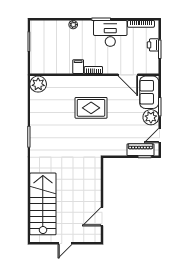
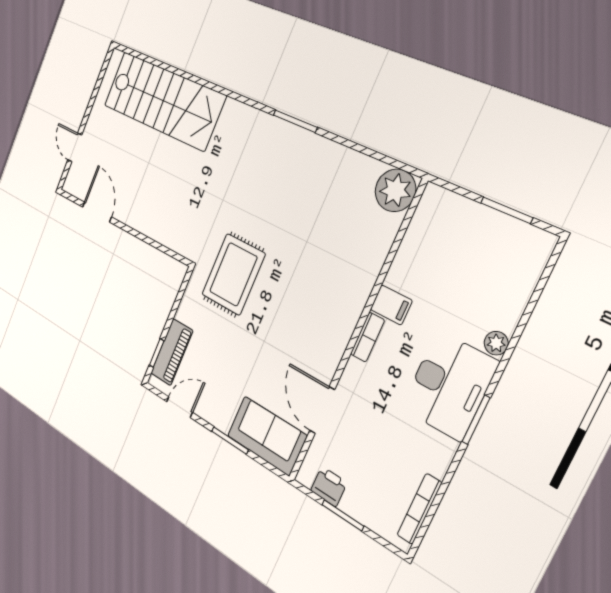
desk: (110, 33) -> (449, 386), moved
printer: (153, 45) -> (329, 487), moved
door: (128, 75) -> (322, 410), hinge flipped
rug: (91, 108) -> (233, 274), moved
plant: (151, 117) -> (219, 409), removed
door: (160, 135) -> (179, 407), hinge flipped
door: (65, 243) -> (75, 147), moved

